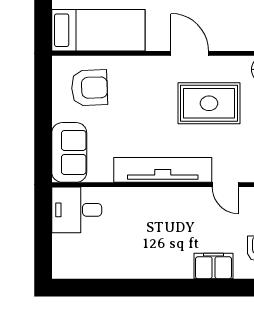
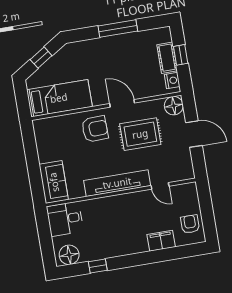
armchair: (89, 88) -> (95, 129), moved
floor lamp: (74, 264) -> (69, 255), added
window: (114, 288) -> (98, 266), added

